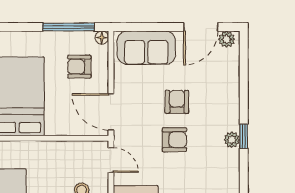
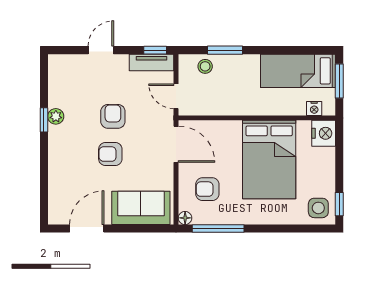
plant: (227, 39) -> (61, 216), removed
armchair: (79, 67) -> (207, 189), turned 180
armchair: (177, 102) -> (110, 154), turned 90
armchair: (174, 140) -> (113, 116), turned 90

